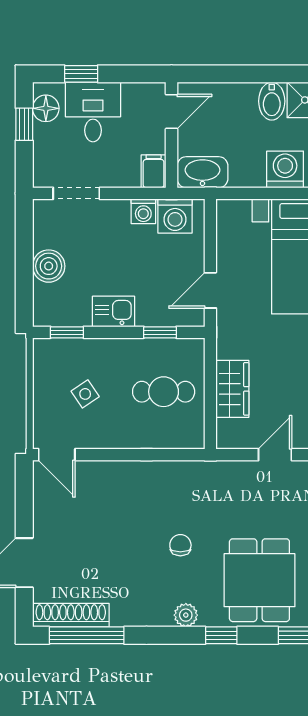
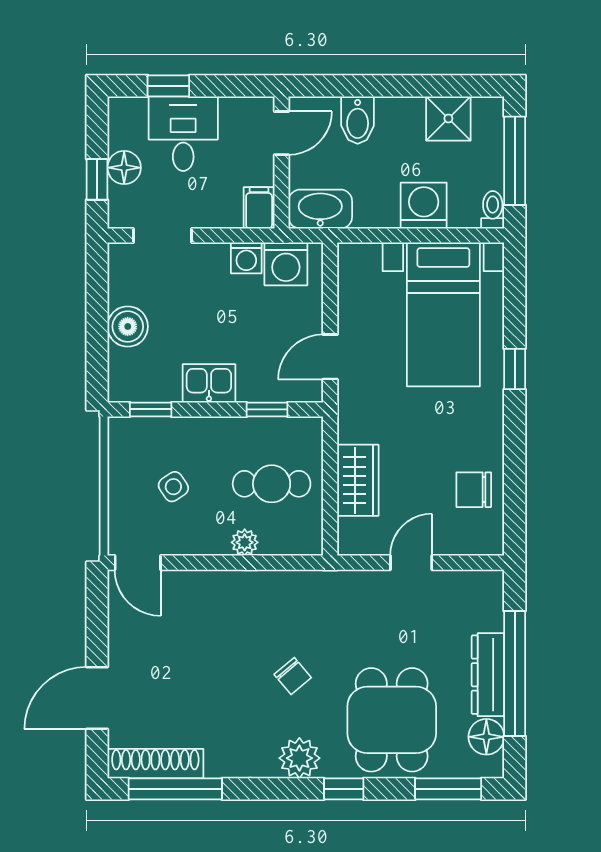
bidet: (272, 101) -> (358, 120), moved
floor lamp: (46, 108) -> (124, 168), moved
window: (24, 124) -> (97, 179), moved
plant: (142, 438) -> (245, 542), added
chair: (180, 545) -> (293, 676), turned 140
plant: (186, 615) -> (299, 758), width x1.38, depth x1.38

